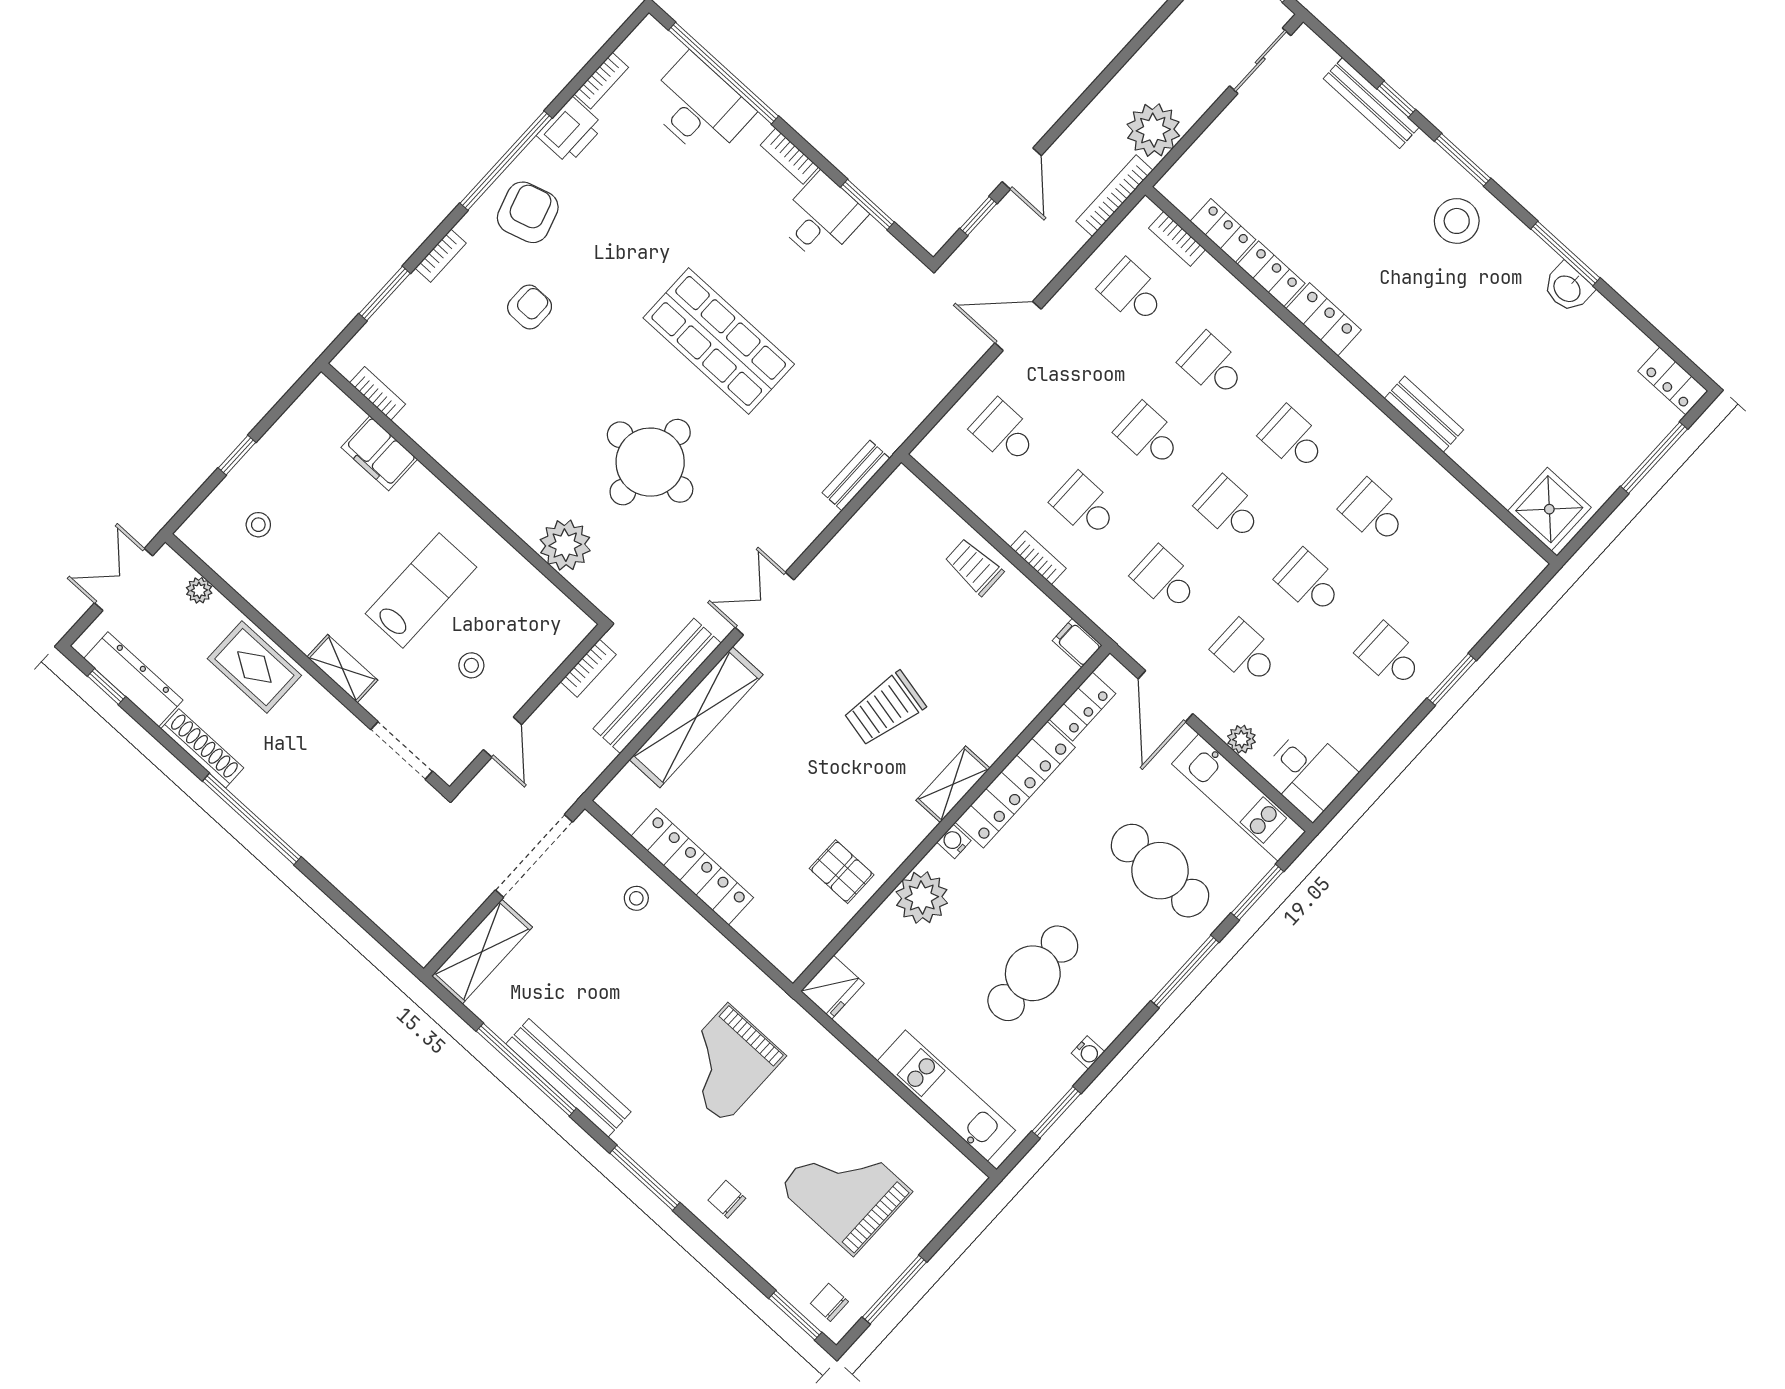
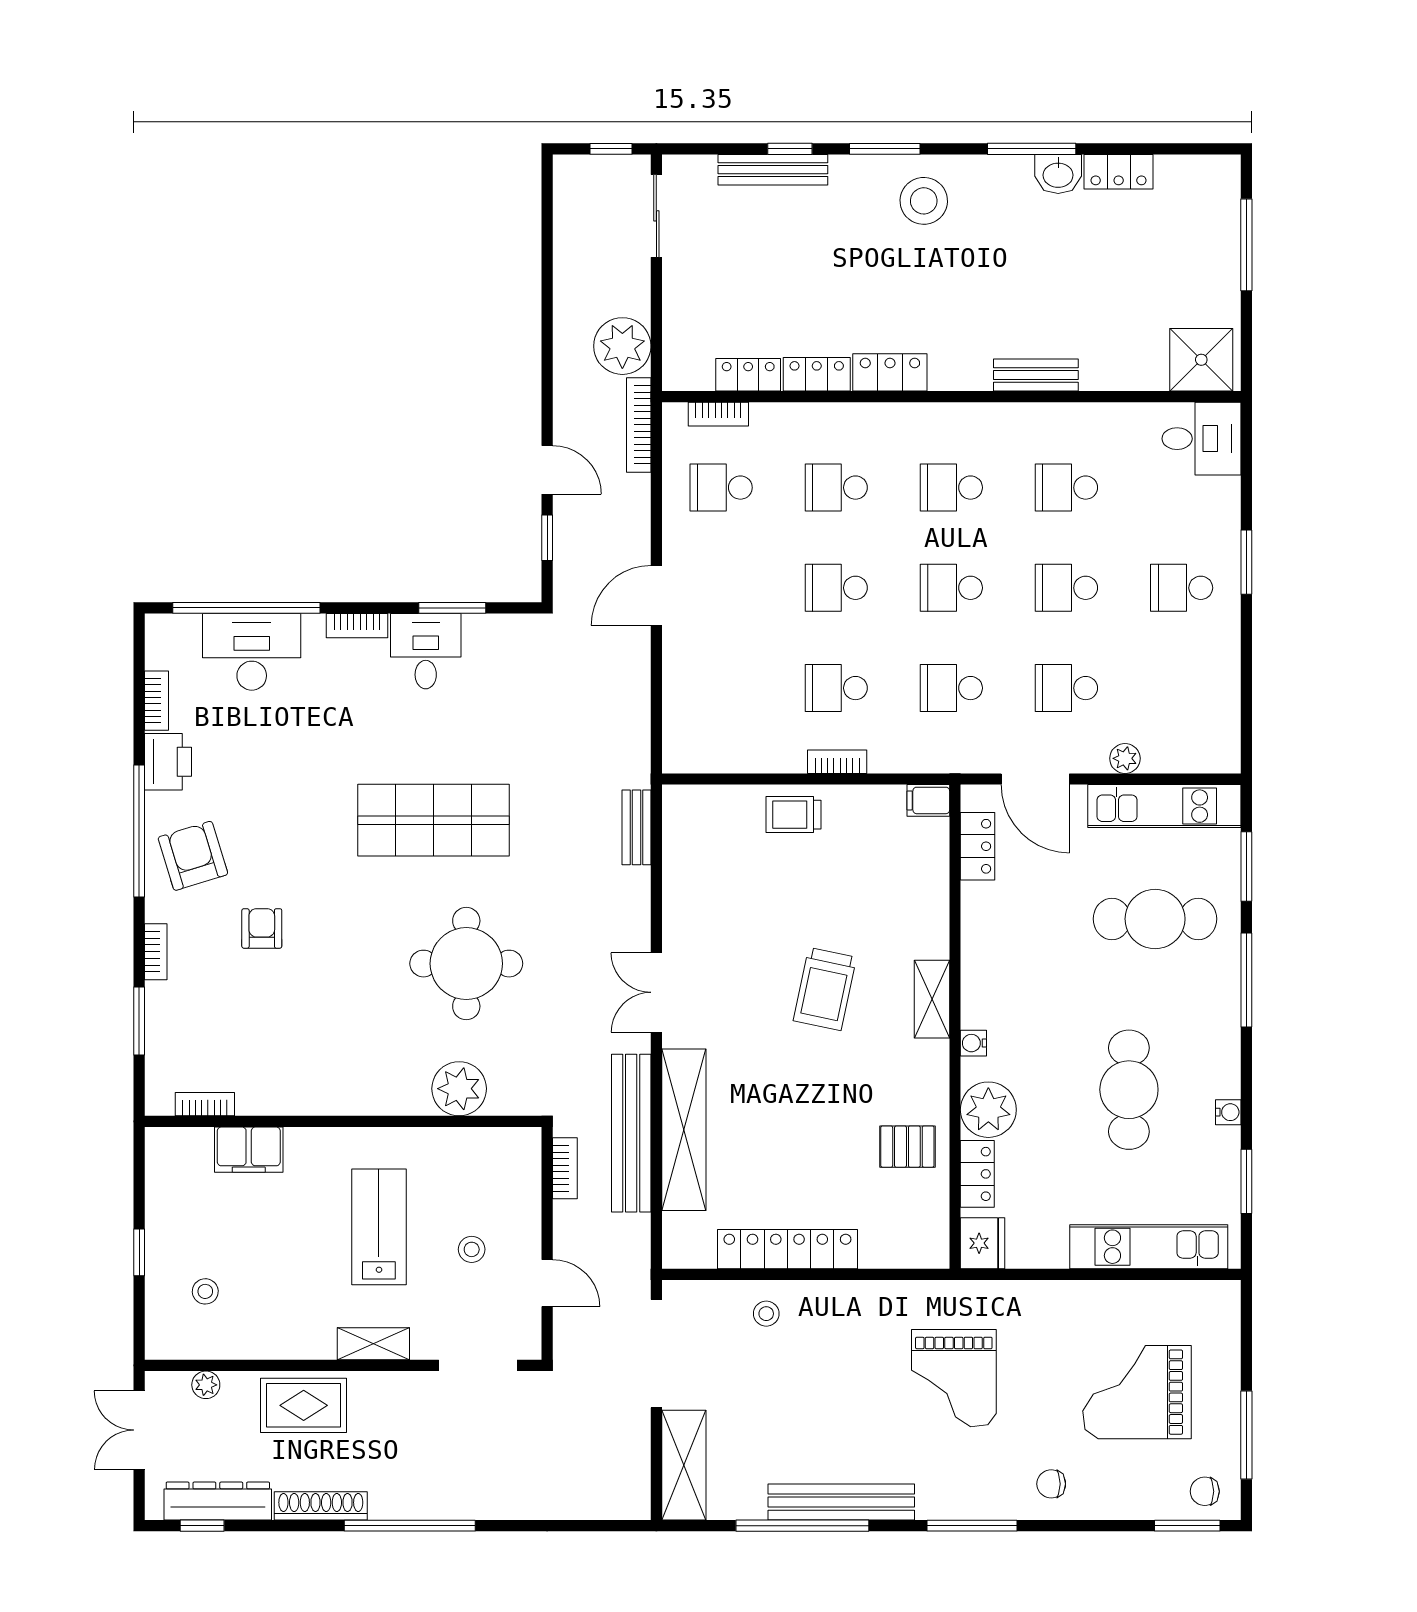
locker: (1673, 381) -> (1119, 172), moved
school desk: (1004, 432) -> (721, 688), removed
desk: (1309, 773) -> (1202, 439), moved
locker: (1015, 785) -> (977, 1174), moved, width x0.46, depth x0.83

